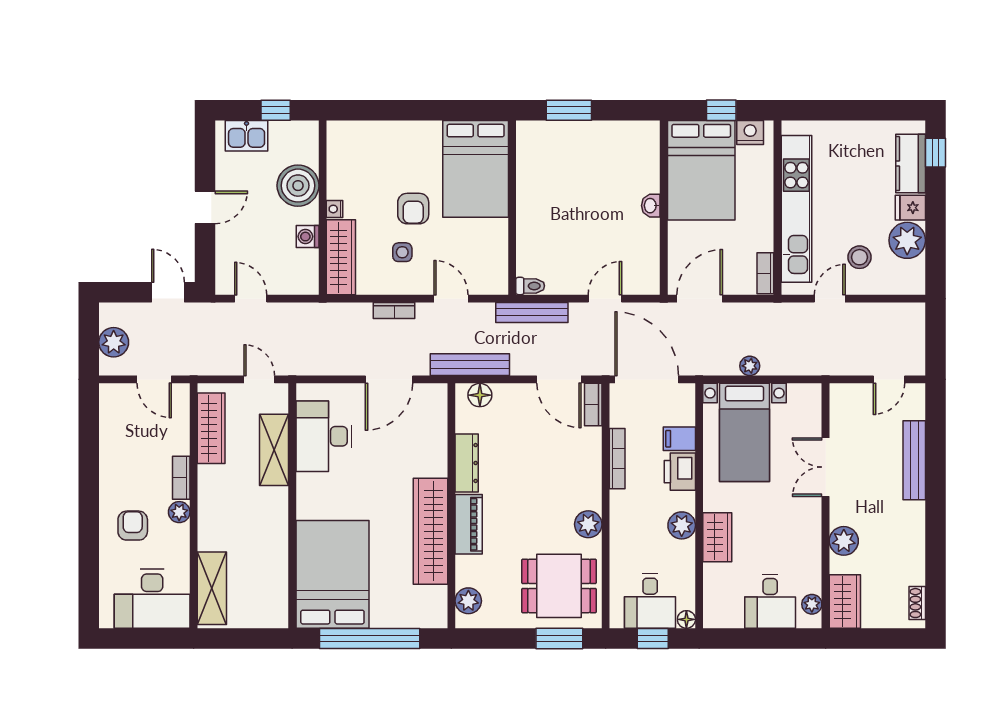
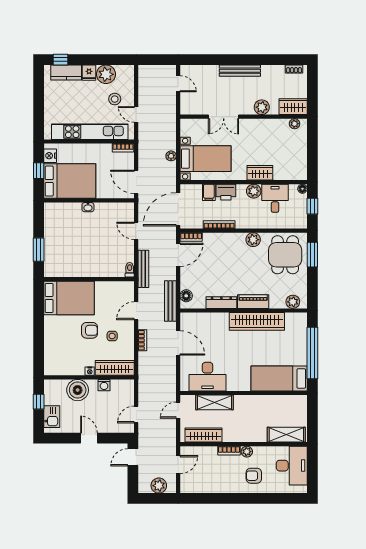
bench: (914, 460) -> (240, 71), moved
bed: (332, 574) -> (279, 378), width x0.67
desk: (650, 601) -> (275, 198), moved, turned -90
desk: (770, 601) -> (293, 145), removed

